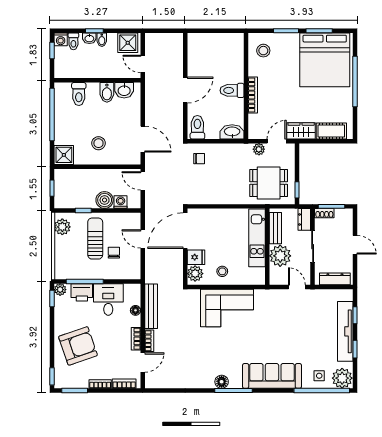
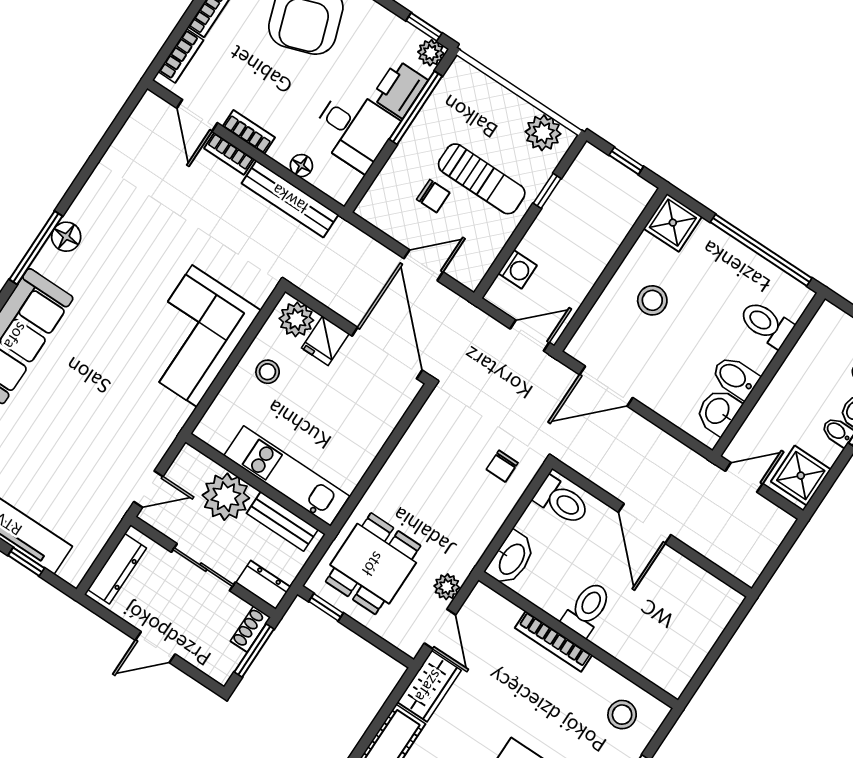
boiler: (105, 200) -> (541, 243), removed

